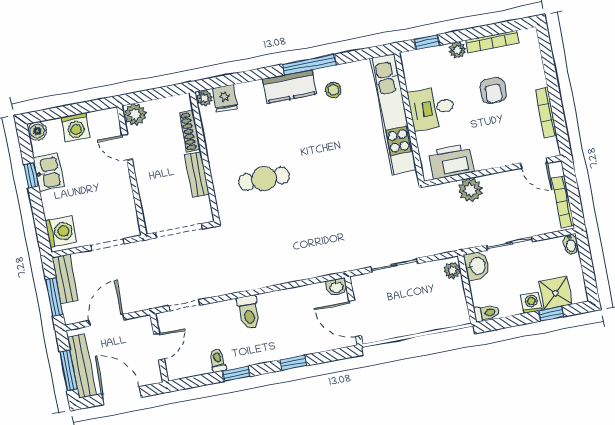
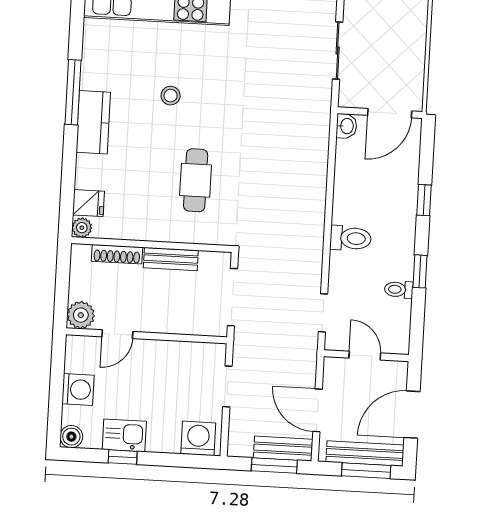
stool: (333, 90) -> (171, 96), moved
bench: (65, 279) -> (283, 449), moved

